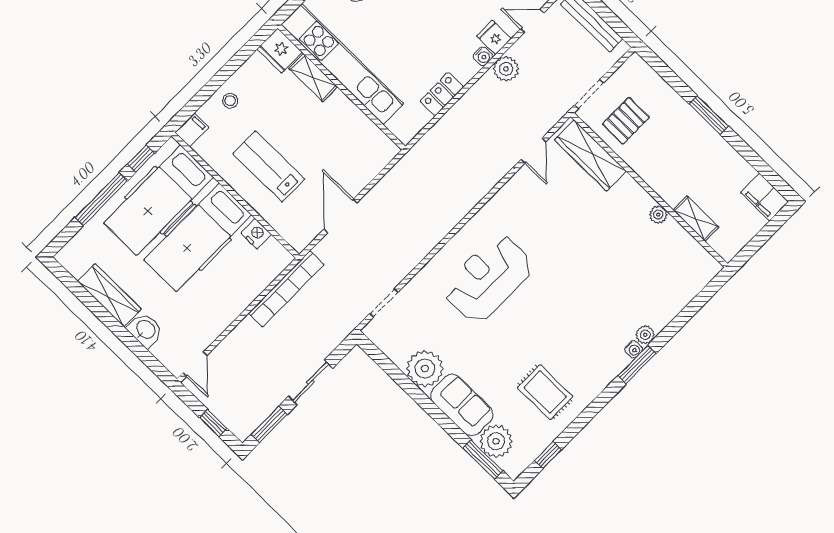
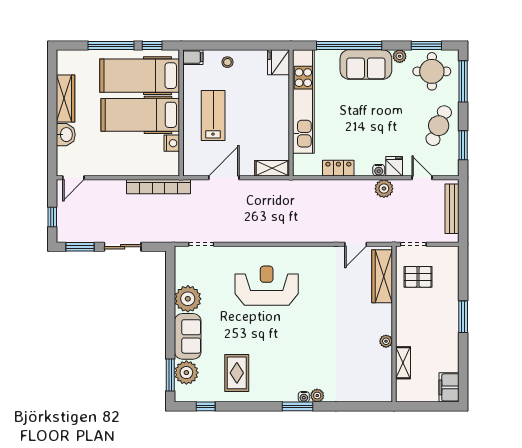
shelving: (313, 78) -> (272, 168), moved, turned 90

